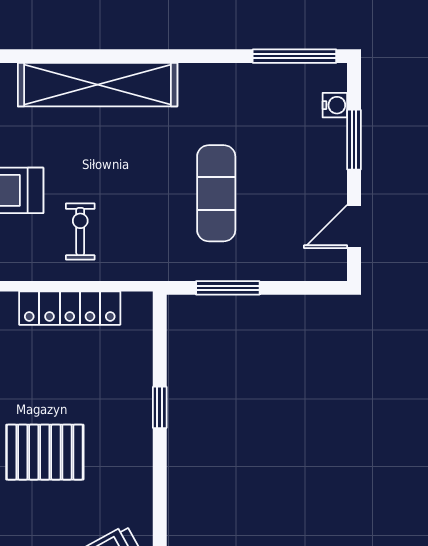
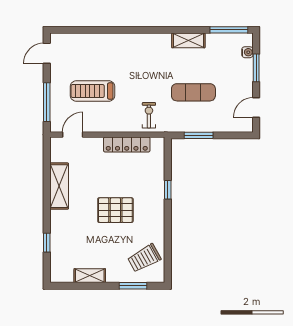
shelving: (98, 85) -> (188, 40), moved, width x0.45, depth x0.75
exercise mat: (216, 193) -> (193, 92), turned 90
exercise bike: (80, 232) -> (149, 115), moved

